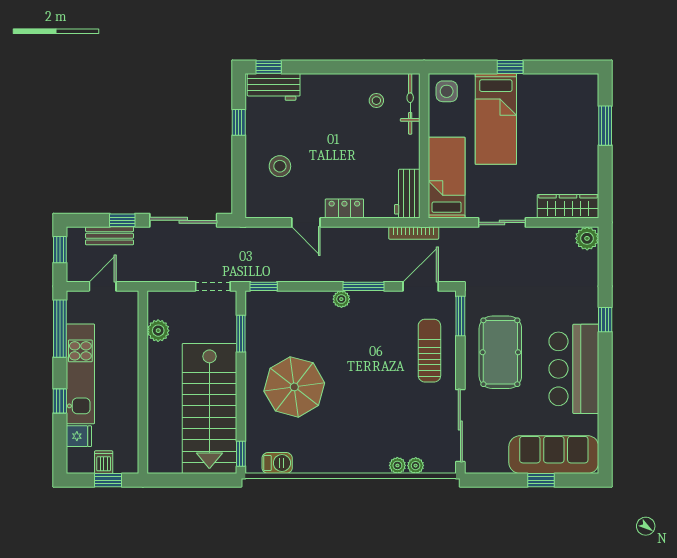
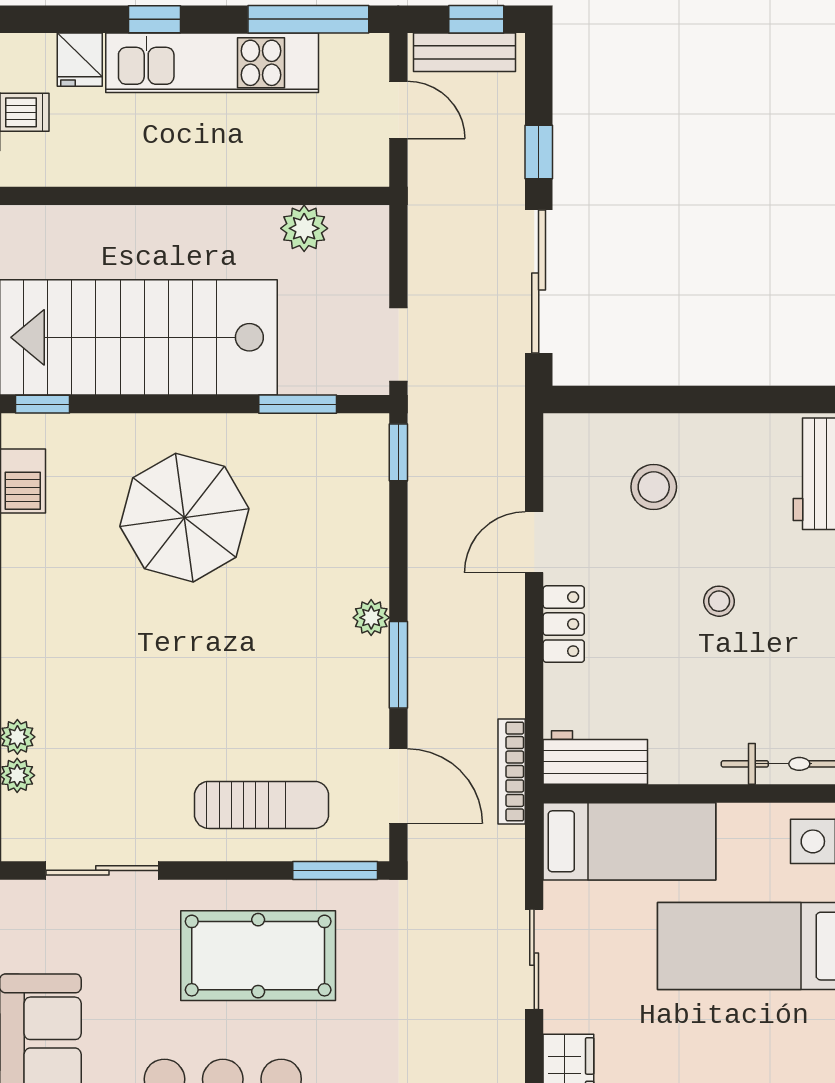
stool: (376, 101) -> (719, 601), moved
window: (239, 122) -> (747, 400), removed
bench: (110, 236) -> (465, 52), moved, turned 90
sliding door: (460, 426) -> (102, 870), width x0.73

